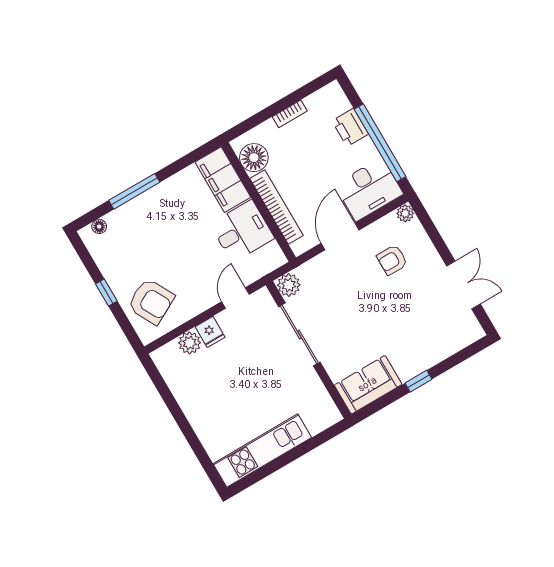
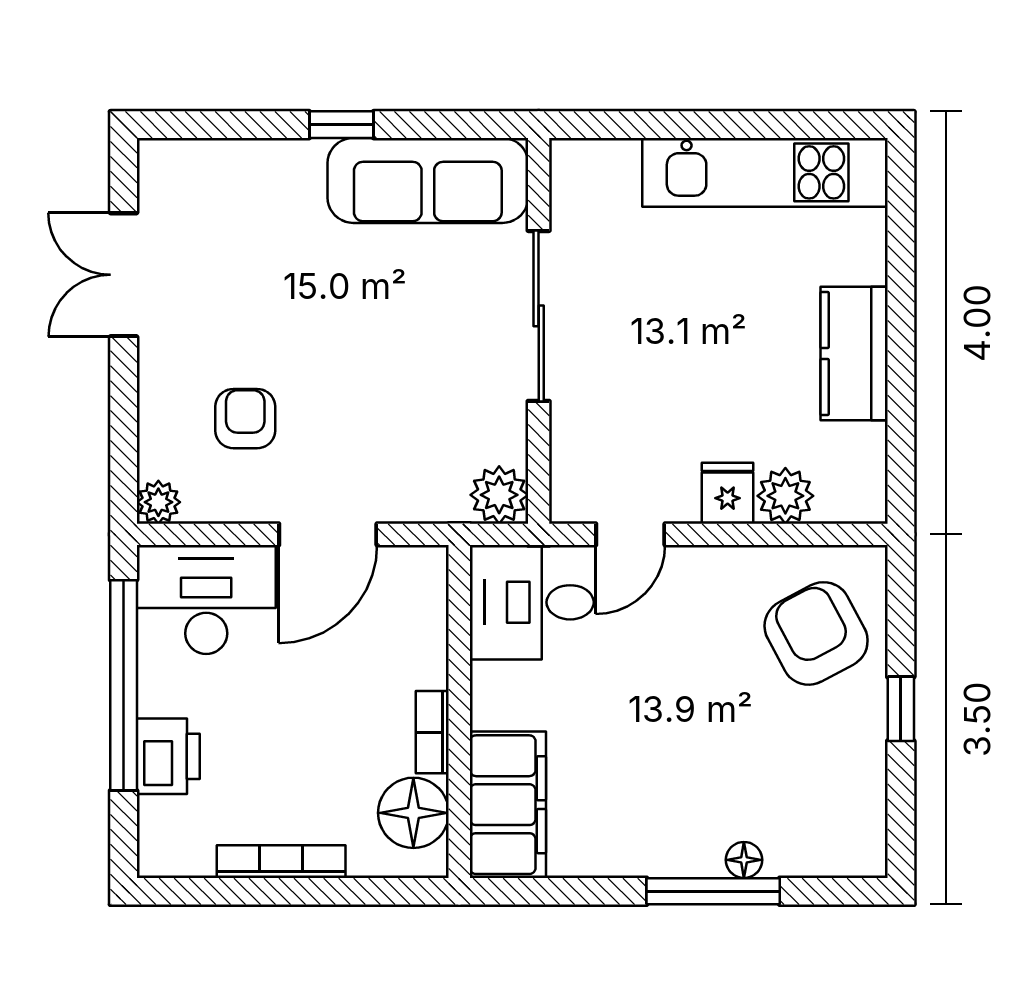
bookcase: (290, 114) -> (281, 862), width x1.56
bookcase: (277, 207) -> (432, 732), width x0.43, depth x0.76
floor lamp: (99, 226) -> (744, 860), moved
desk: (242, 231) -> (532, 602), moved
armchair: (392, 260) -> (245, 419), turned -90
sliding door: (299, 334) -> (539, 316), moved
sofa: (368, 385) -> (428, 180), width x1.36
kitchen counter: (195, 406) -> (854, 353), added

